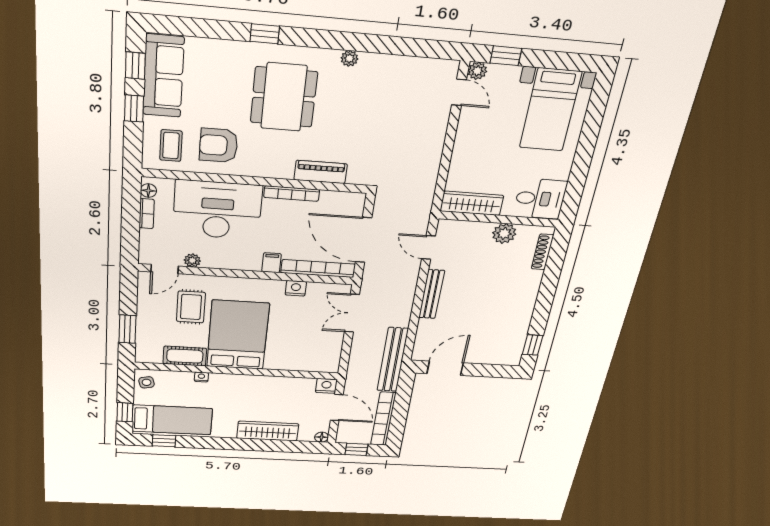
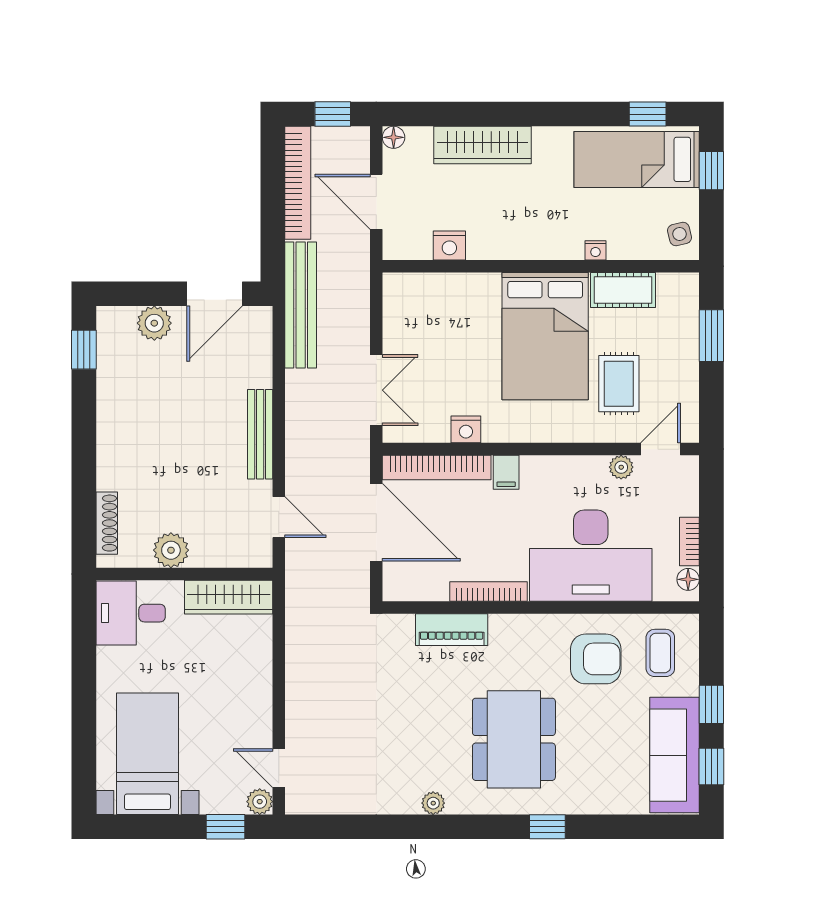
plant: (486, 356) -> (154, 323), added
nightstand: (326, 386) -> (449, 246), moved

